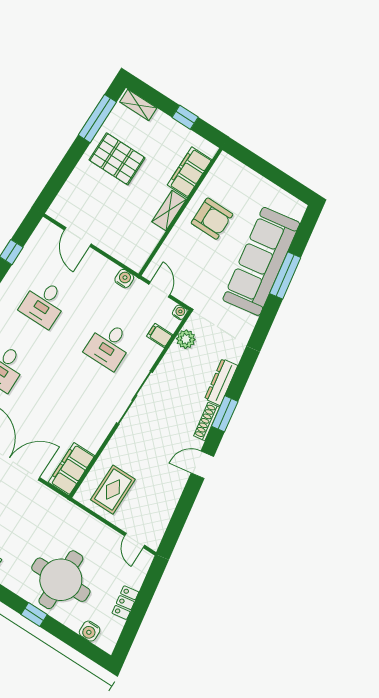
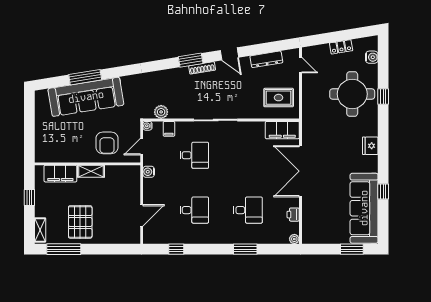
armchair: (212, 219) -> (107, 143), moved, turned 180
dresser: (221, 382) -> (266, 59), moved
door: (135, 540) -> (301, 65), hinge flipped

